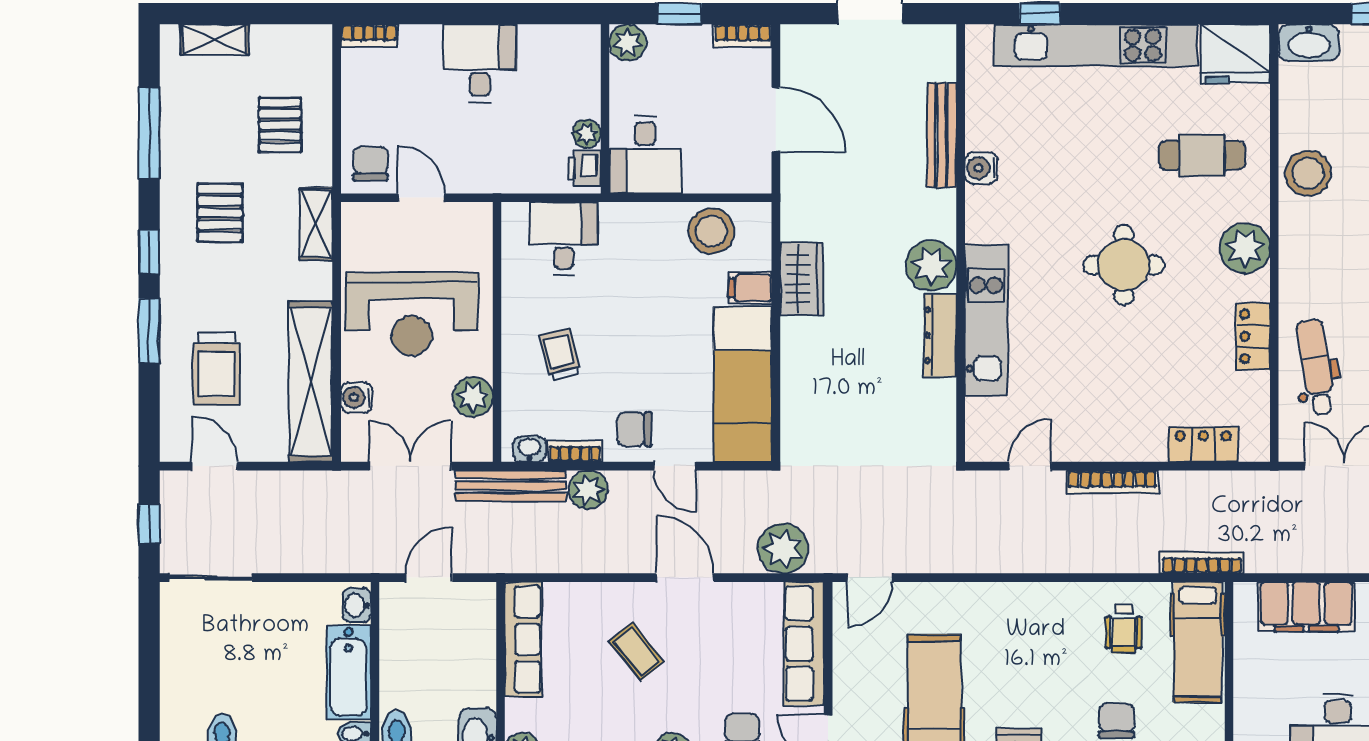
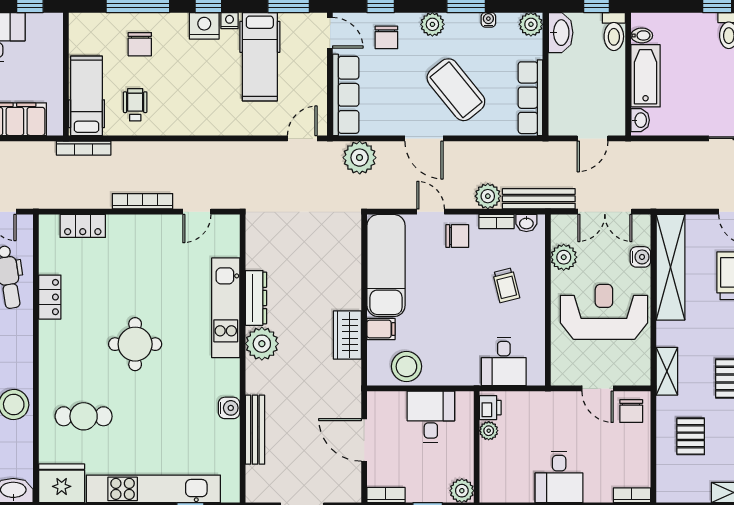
desk: (645, 155) -> (431, 417), moved
plant: (1245, 248) -> (55, 355), removed
coffee table: (637, 651) -> (456, 90), width x1.86, depth x1.72

